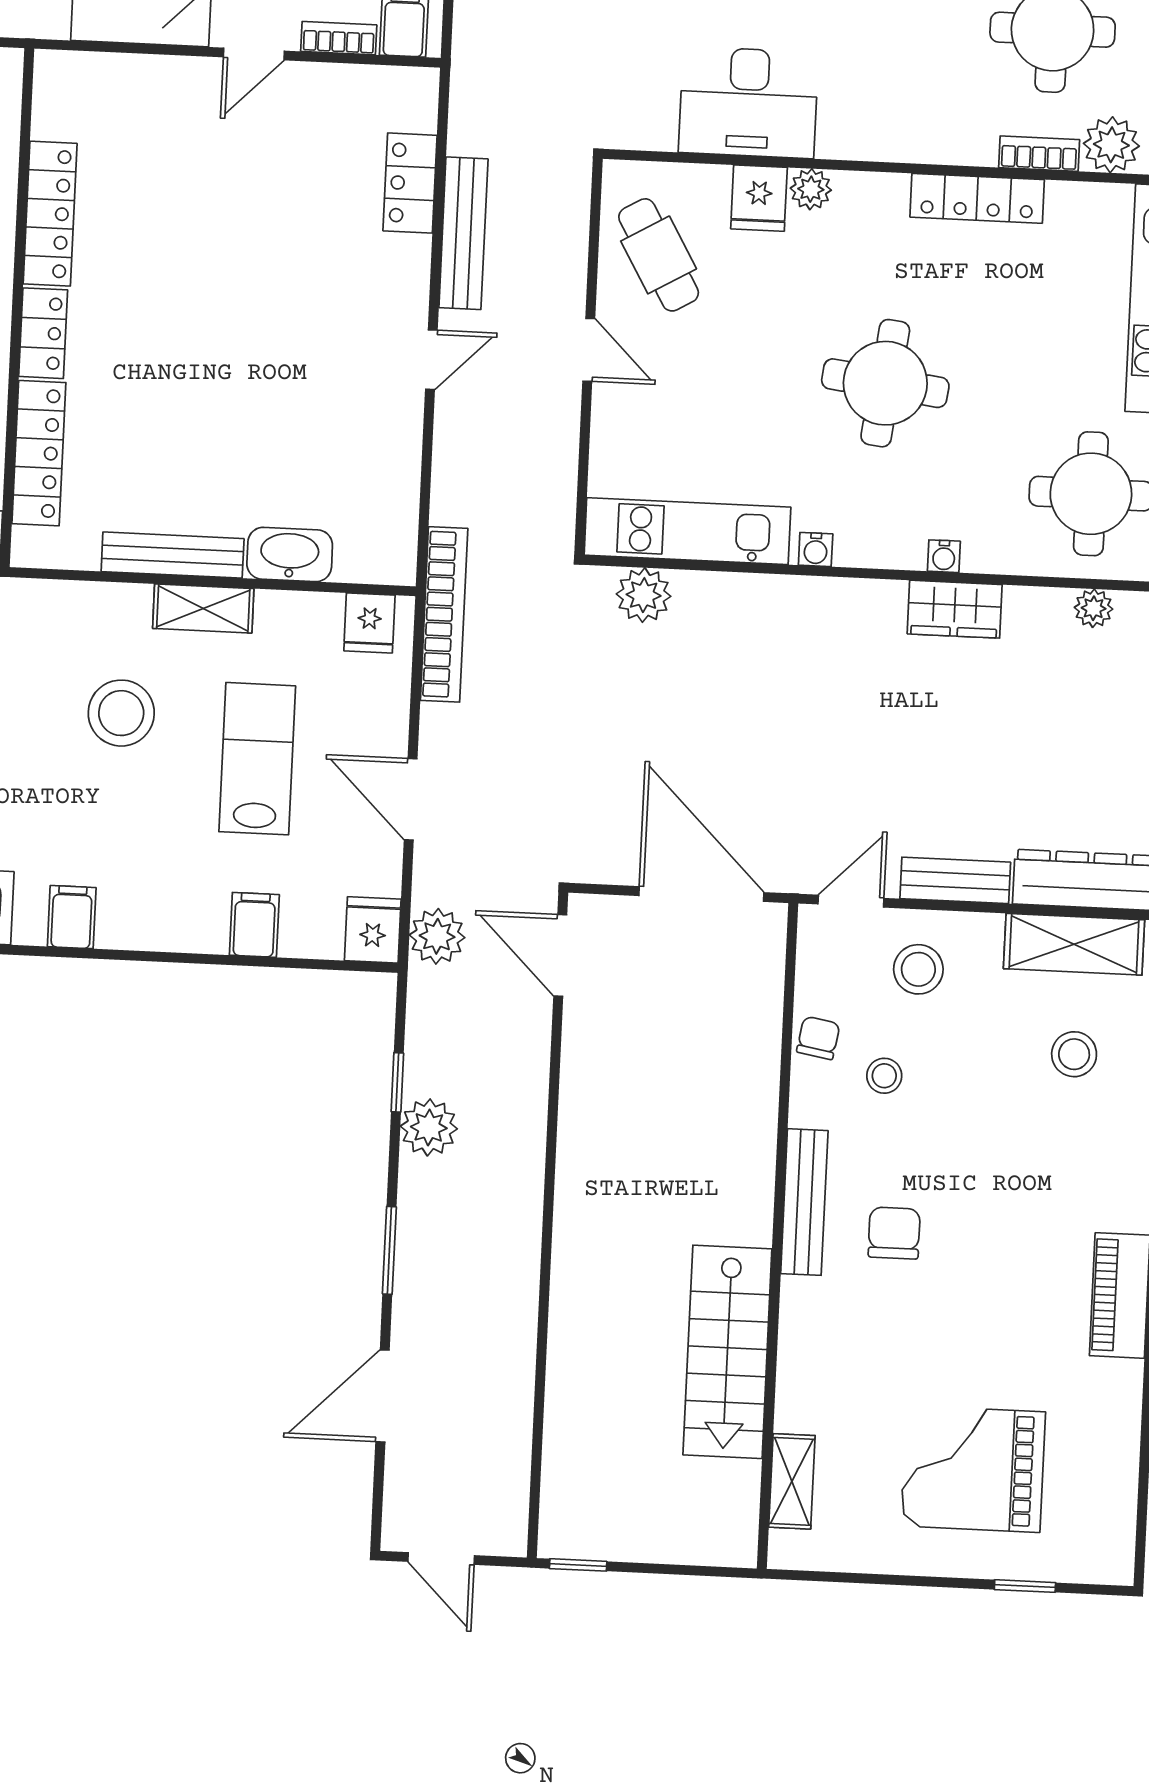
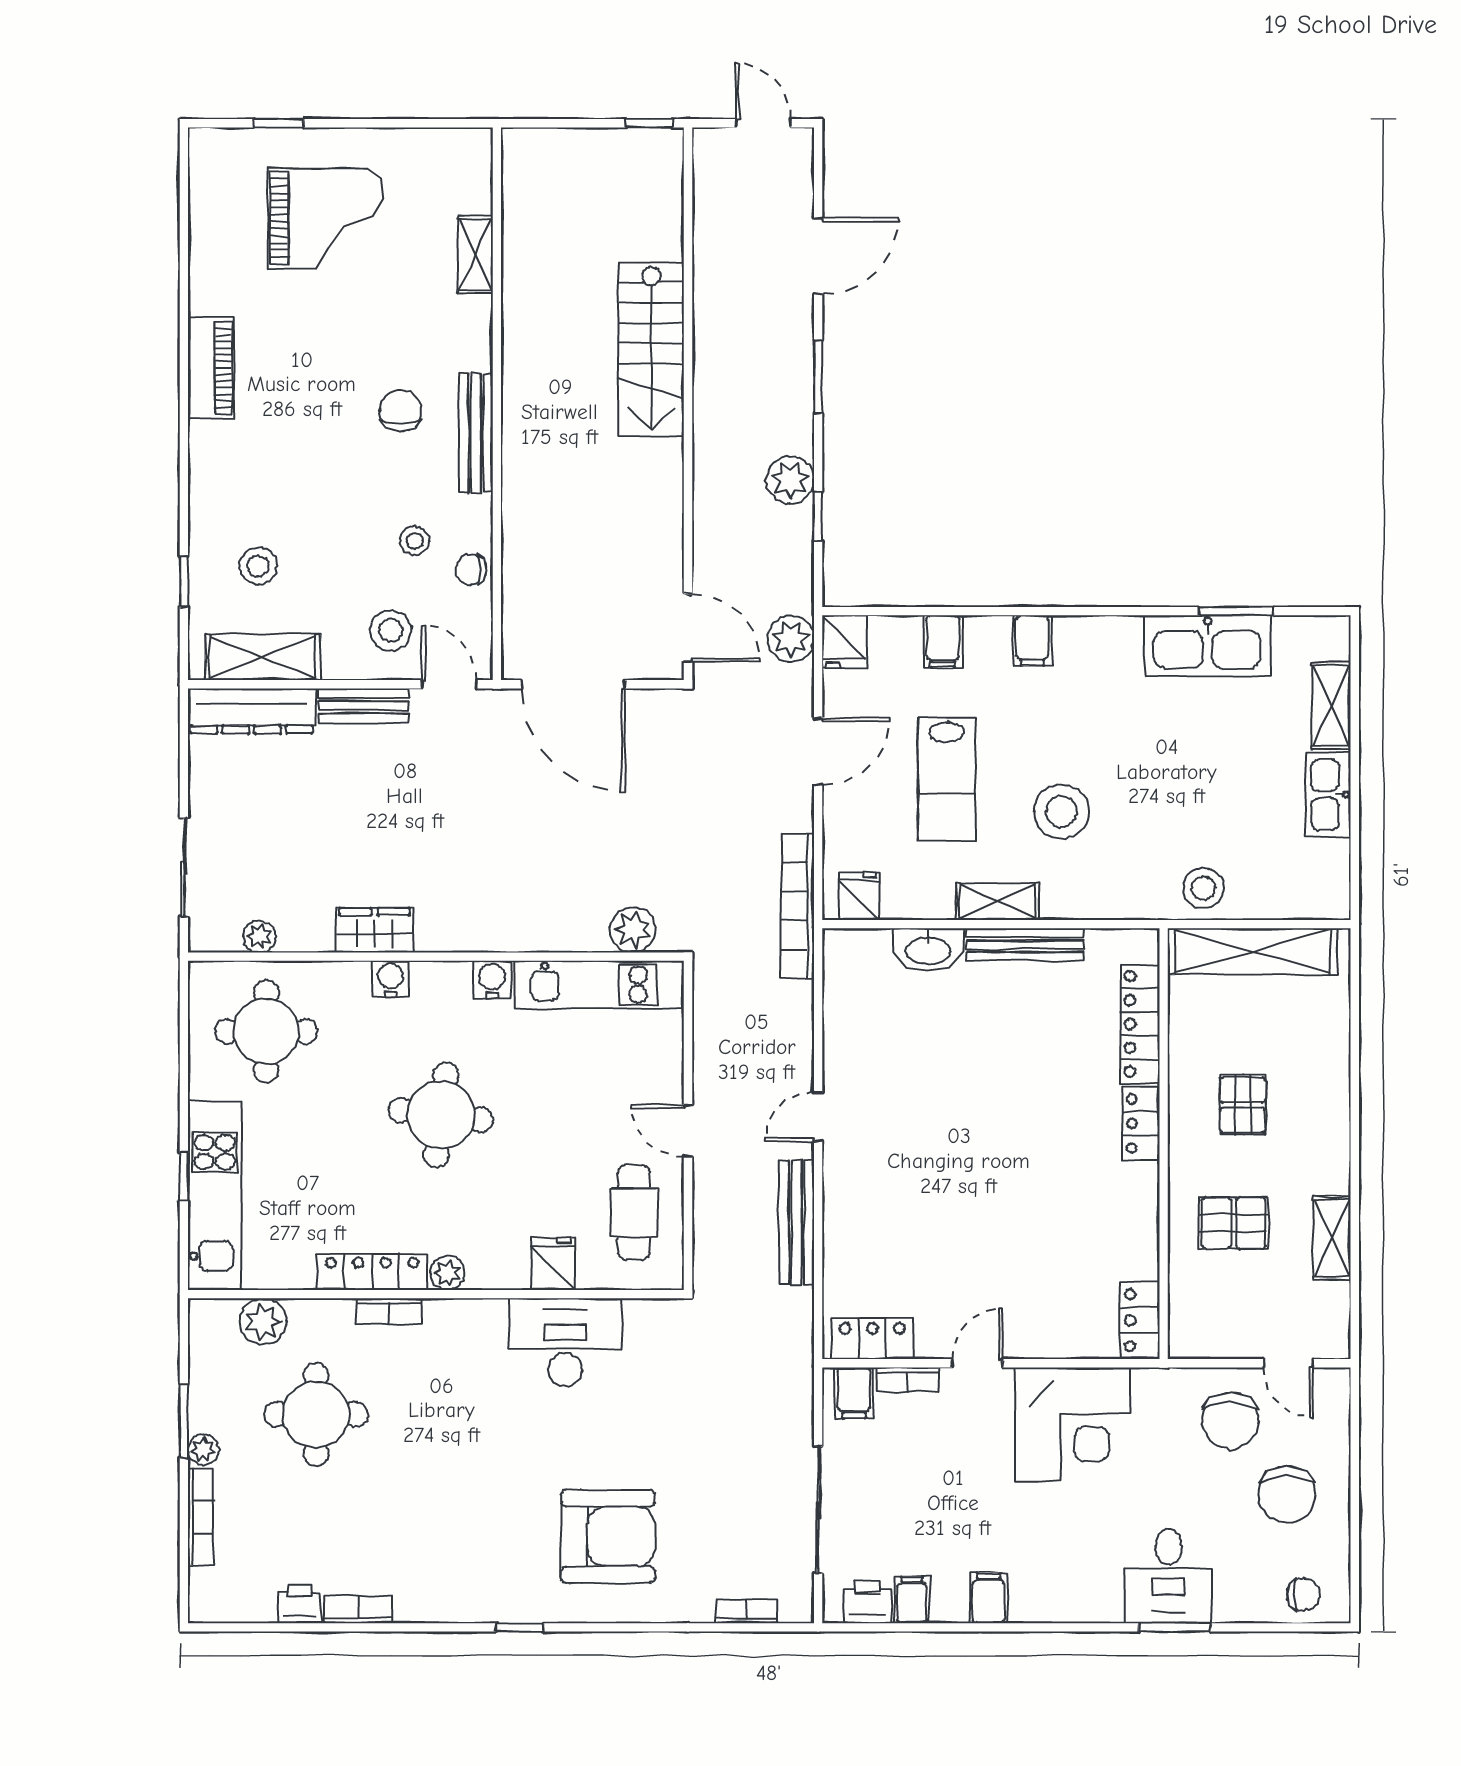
bookcase: (1039, 154) -> (389, 1311), moved
locker: (410, 183) -> (872, 1339), moved, turned -90
plant: (811, 189) -> (447, 1273), moved
locker: (50, 214) -> (1140, 1320), moved, width x0.66
cafe table: (659, 255) -> (634, 1212), turned 30
water cooler: (816, 550) -> (492, 980), width x1.38, depth x1.38
water cooler: (944, 556) -> (391, 979), width x1.38, depth x1.38
door: (411, 799) -> (818, 751), hinge flipped
door: (851, 901) -> (449, 684), swing flipped
filing cabinet: (72, 917) -> (1032, 641), moved
chair: (818, 1038) -> (471, 570), turned 80
chair: (894, 1233) -> (400, 411), turned 180
stairs: (727, 1352) -> (651, 349), moved, turned 180
shelving: (792, 1481) -> (475, 254), moved

